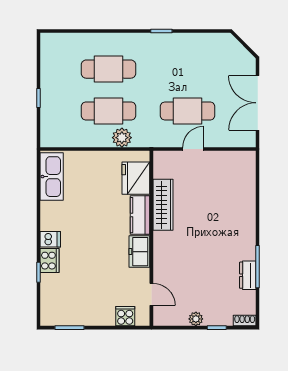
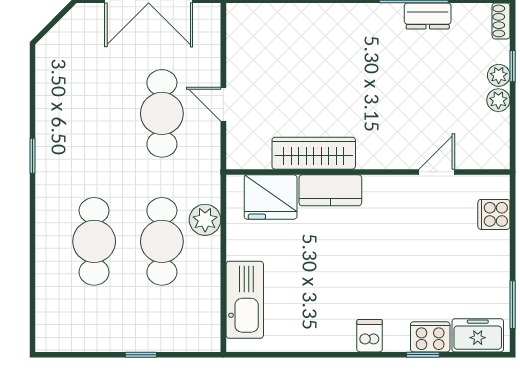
kitchen sink: (52, 177) -> (245, 300), moved, turned 90
freezer: (139, 252) -> (478, 335), moved, turned 180
cooker: (50, 261) -> (430, 337), moved
door: (151, 294) -> (437, 172), moved
plant: (211, 319) -> (499, 75), added

